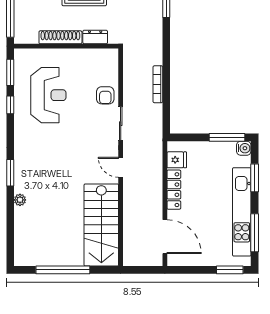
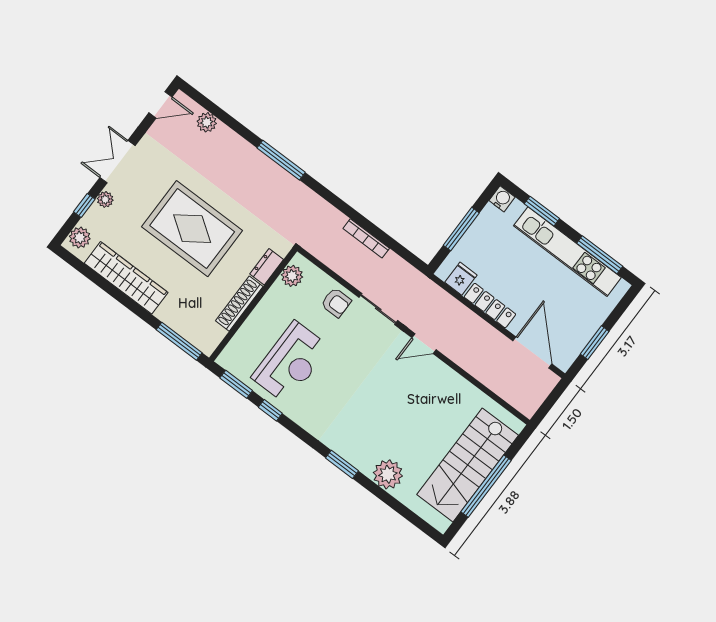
plant: (101, 57) -> (292, 276), added
reception desk: (48, 95) -> (291, 362), turned 90
window: (227, 137) -> (461, 229), moved
plant: (20, 200) -> (388, 474), width x1.87, depth x1.87
stairs: (101, 225) -> (468, 465), moved, turned 90
door: (165, 237) -> (532, 352), hinge flipped
window: (230, 270) -> (595, 343), moved

